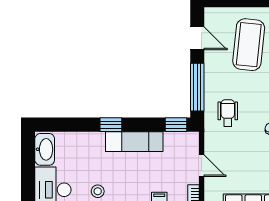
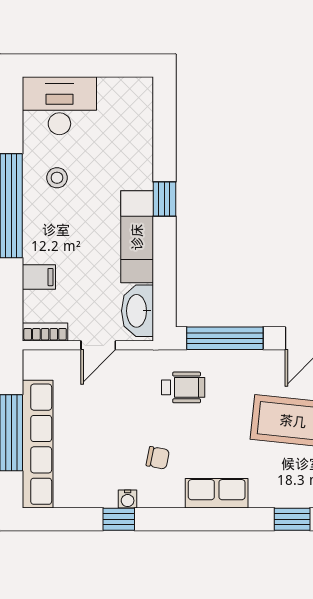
window: (176, 125) -> (164, 304), removed
washbasin: (45, 149) -> (137, 311), moved, turned 90

